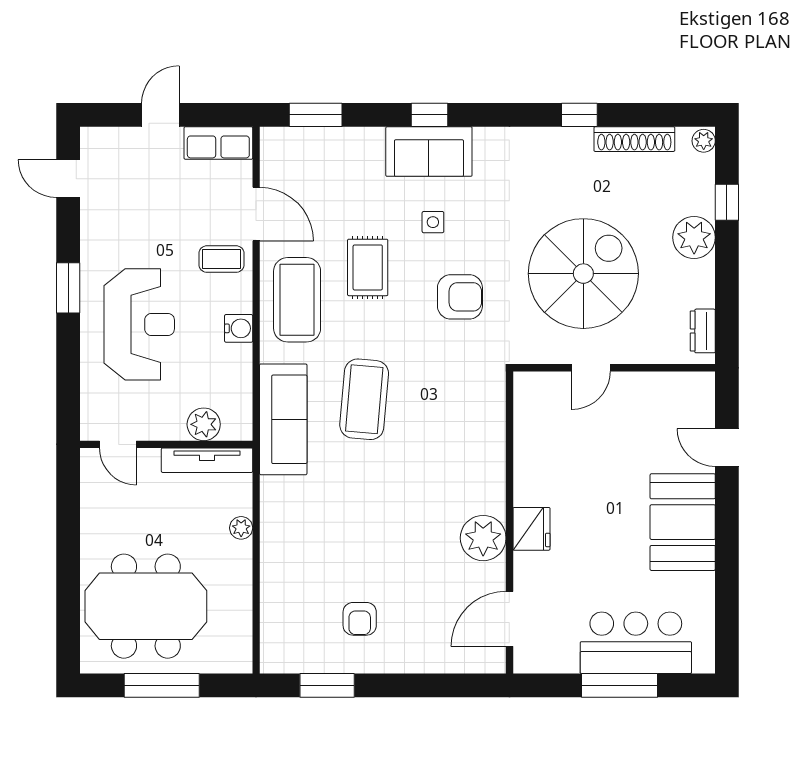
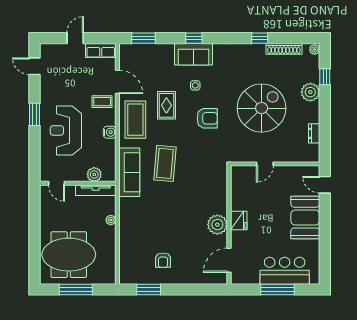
reception desk: (139, 324) -> (66, 130), turned 180
door: (591, 368) -> (265, 164), moved
wall: (614, 368) -> (275, 164), moved

